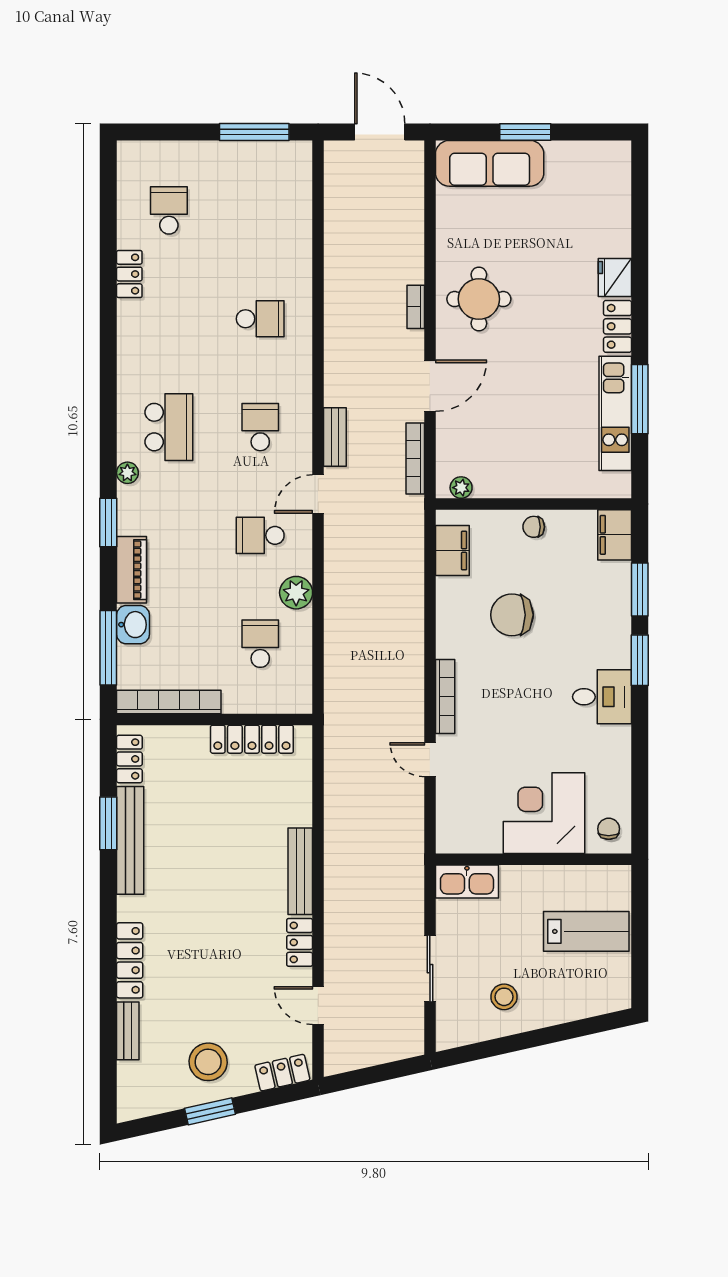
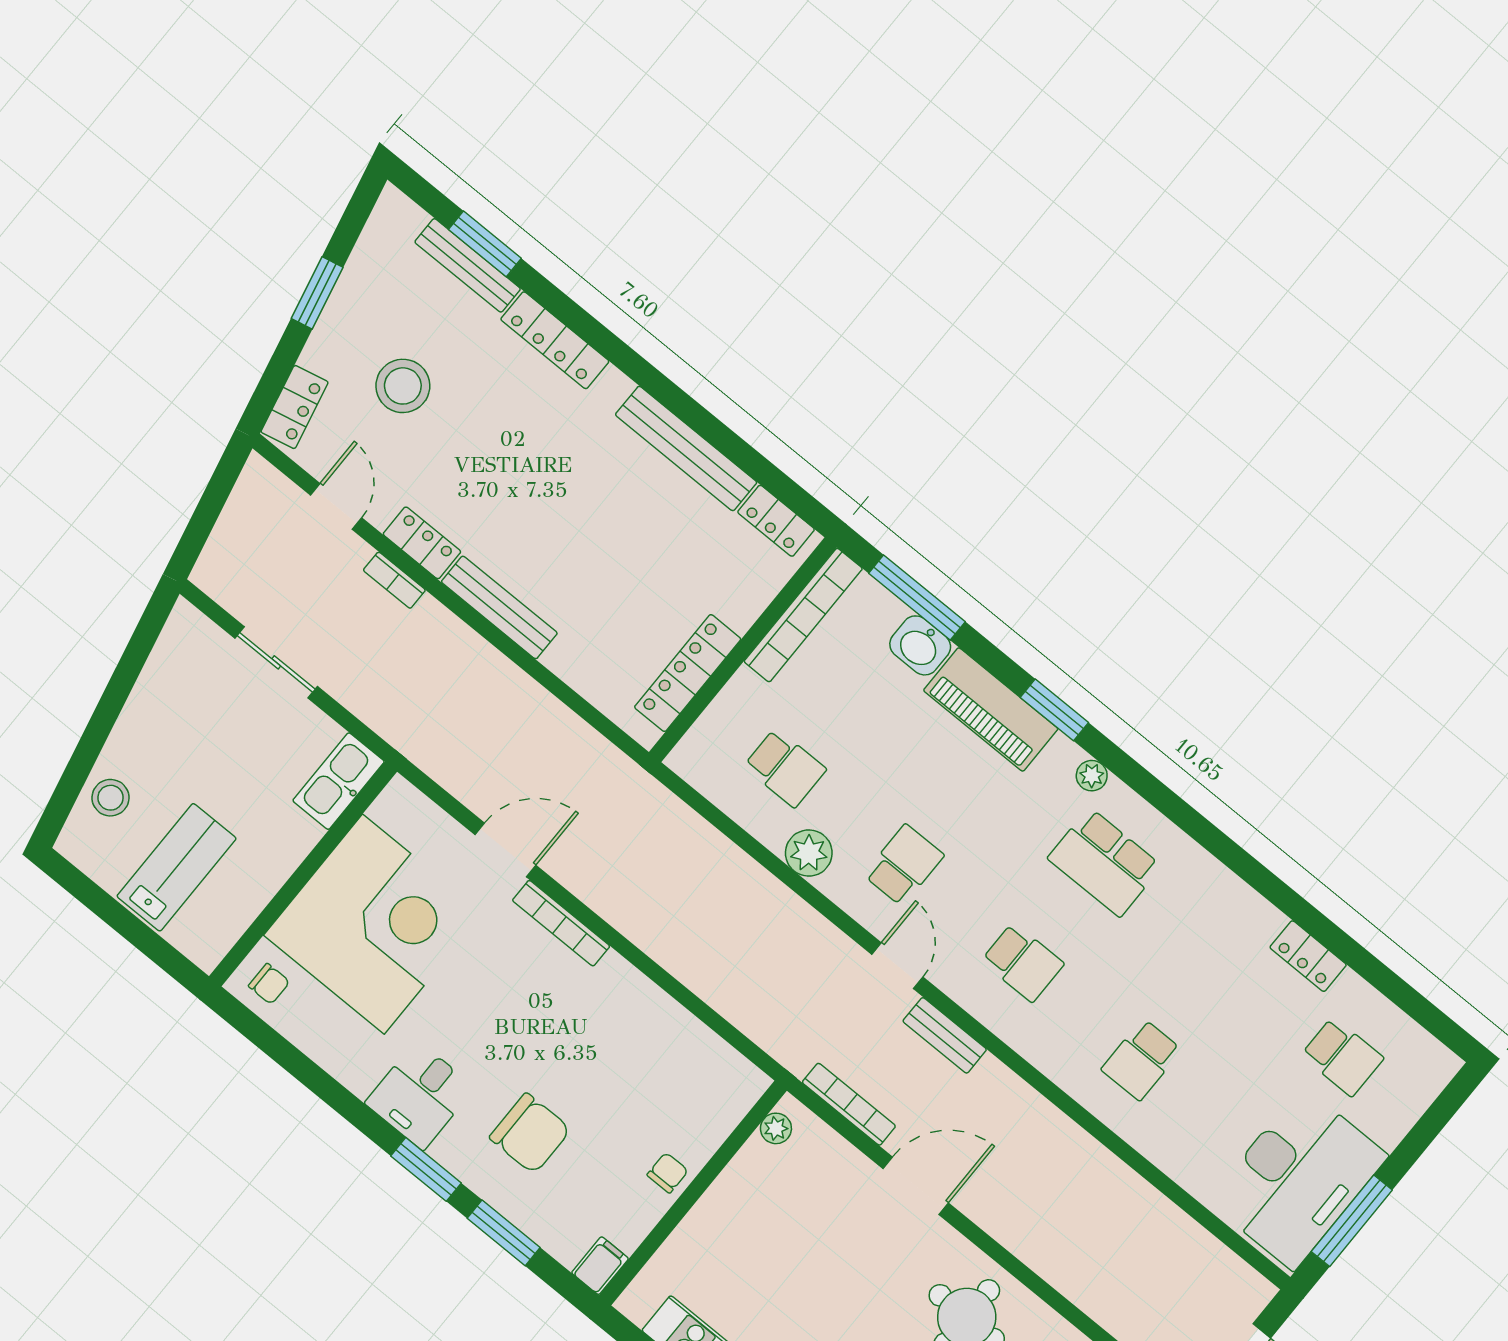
desk: (255, 180) -> (1298, 1178), added
bookcase: (416, 307) -> (394, 580), moved, turned 180
door: (430, 386) -> (916, 1186), swing flipped
filing cabinet: (615, 535) -> (600, 1266), width x0.50
filing cabinet: (452, 551) -> (715, 1062), removed
piano: (132, 570) -> (991, 709), width x1.37, depth x1.33
chair: (512, 615) -> (530, 1133), moved, turned 90
door: (430, 760) -> (505, 850), width x1.37
corner desk: (544, 813) -> (373, 924), width x1.36, depth x1.36
window: (108, 823) -> (485, 244), moved
lab bench: (586, 931) -> (177, 867), turned 180
stool: (504, 997) -> (110, 798), moved
door: (318, 1006) -> (336, 506), hinge flipped
bench: (128, 1031) -> (468, 265), width x1.36
stool: (208, 1062) -> (403, 386), moved

